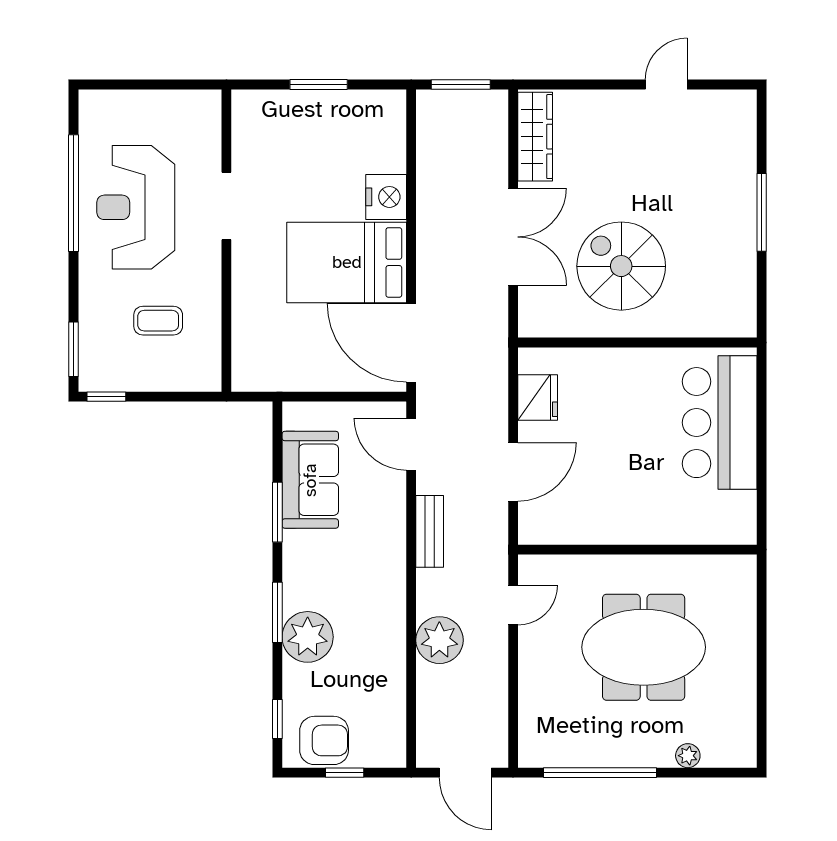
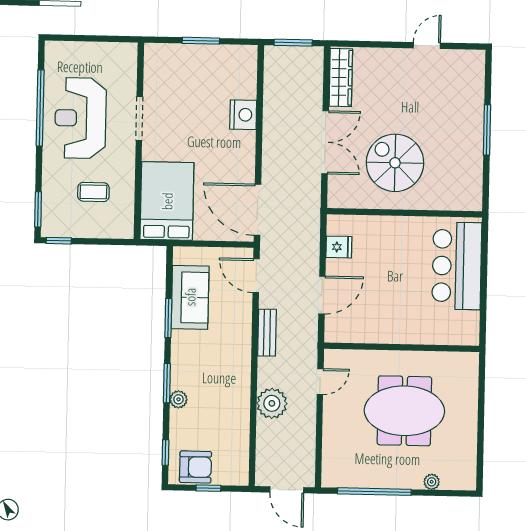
bed: (347, 262) -> (167, 201), moved, turned 90
fridge: (538, 397) -> (339, 247), width x0.72
plant: (308, 637) -> (178, 399), width x0.53, depth x0.53

